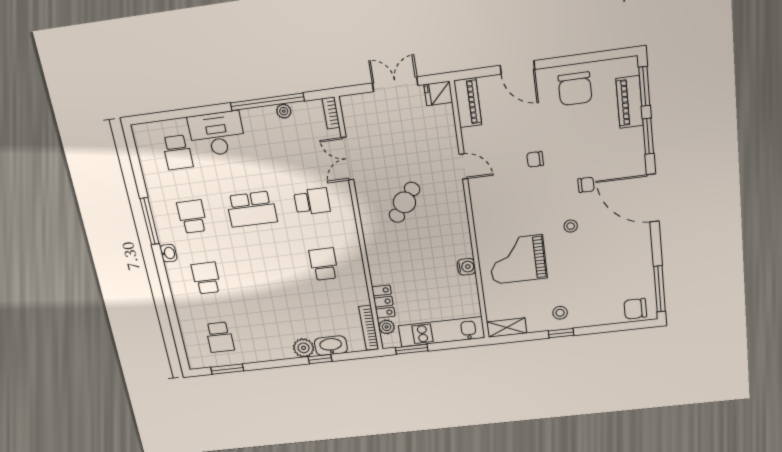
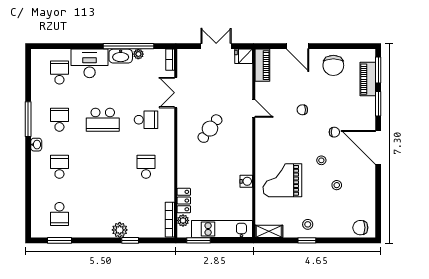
school desk: (177, 152) -> (59, 73), turned 180
stool: (596, 257) -> (337, 185), added
window: (660, 289) -> (378, 215), removed
washbasin: (331, 346) -> (121, 56), moved, turned 180

